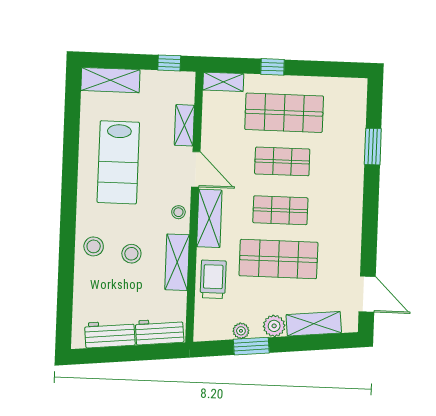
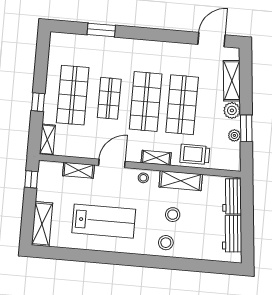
shop shelf: (280, 210) -> (146, 102), width x1.43, depth x1.36
shelving: (209, 218) -> (156, 158), width x0.67, depth x0.75

